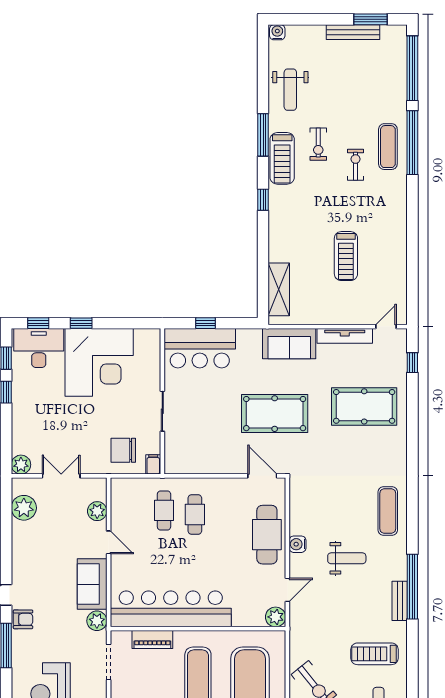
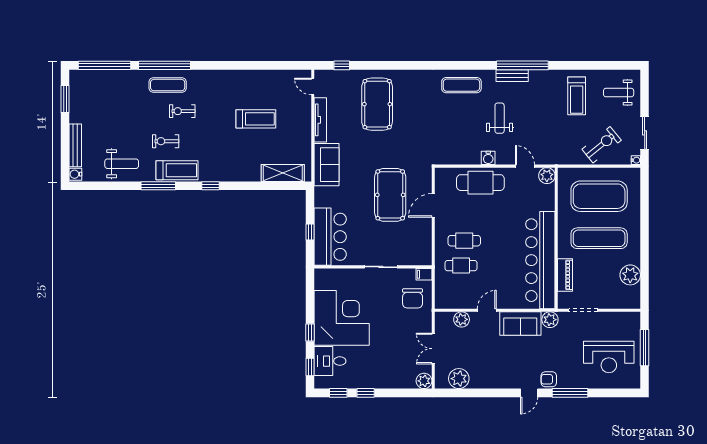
bench: (353, 32) -> (75, 145), moved
exercise bike: (318, 144) -> (166, 141), turned 180
desk: (39, 348) -> (330, 361), width x0.73
pool table: (275, 414) -> (390, 195), moved
door: (262, 476) -> (433, 205), moved
bench: (400, 601) -> (512, 76), moved
armchair: (23, 619) -> (549, 379), turned -90

